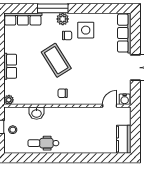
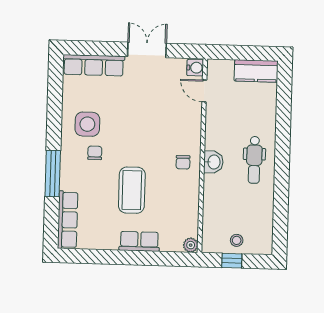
plant: (63, 19) -> (69, 159), removed
coffee table: (56, 60) -> (132, 190), moved, turned -58
washbasin: (37, 113) -> (213, 162), moved
dental chair: (43, 143) -> (254, 160), moved

